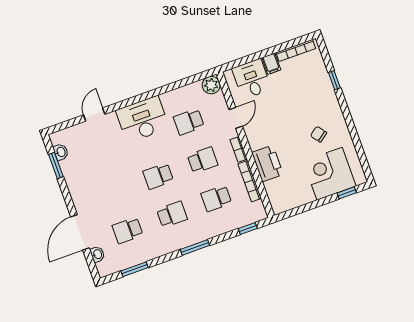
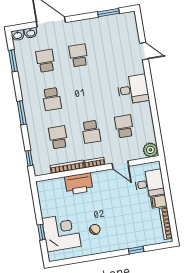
desk: (143, 119) -> (133, 89), width x0.73
washbasin: (61, 152) -> (18, 35), moved
school desk: (158, 176) -> (78, 55), moved
window: (347, 193) -> (41, 232), moved

